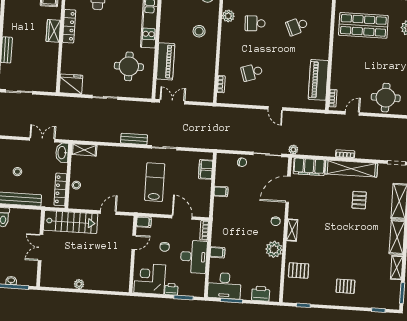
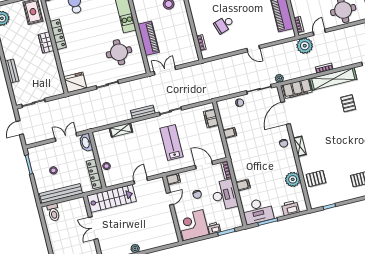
plant: (332, 123) -> (305, 46), added
shelving: (84, 150) -> (121, 130), moved
plant: (274, 249) -> (293, 179), moved

